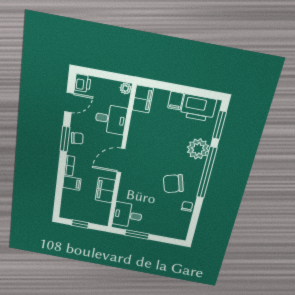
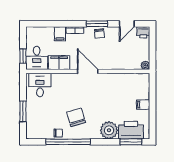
filing cabinet: (143, 99) -> (140, 80), removed
door: (69, 102) -> (127, 24), hinge flipped
printer: (198, 108) -> (131, 130), moved, turned 90
desk: (111, 119) -> (37, 58), moved
window: (207, 173) -> (68, 142), moved
window: (80, 224) -> (23, 56), moved
window: (137, 235) -> (23, 112), moved

